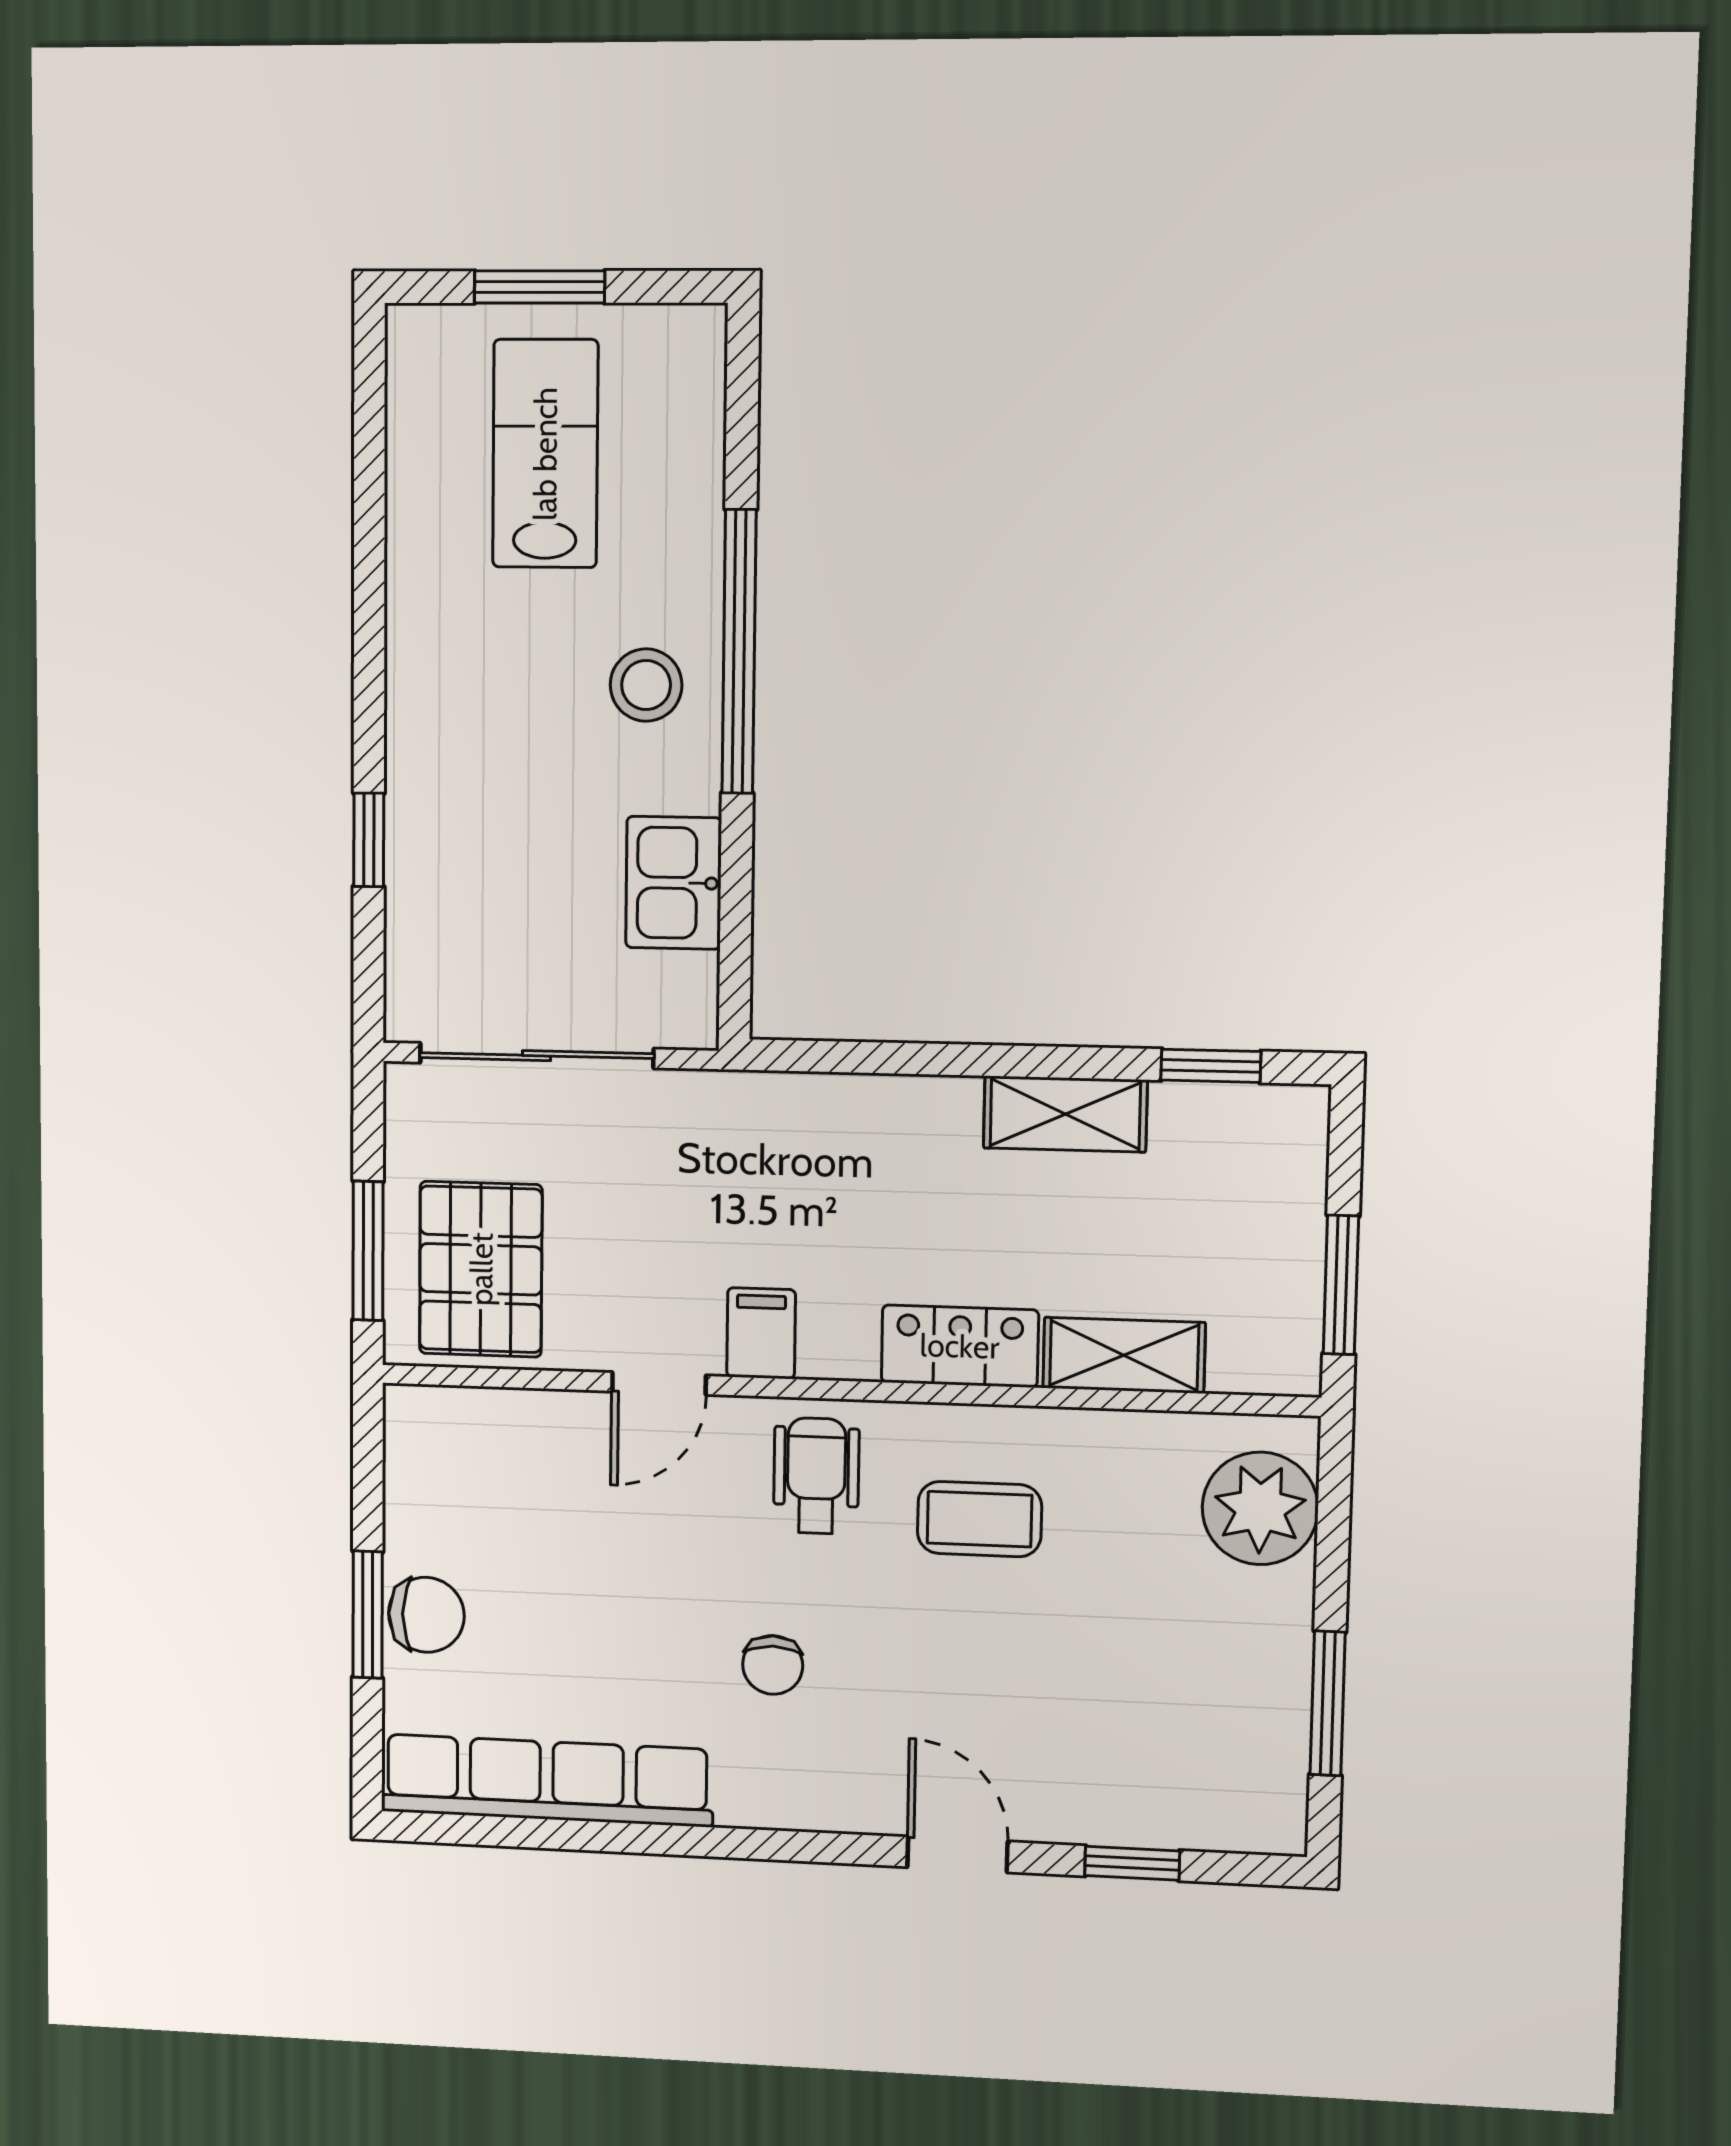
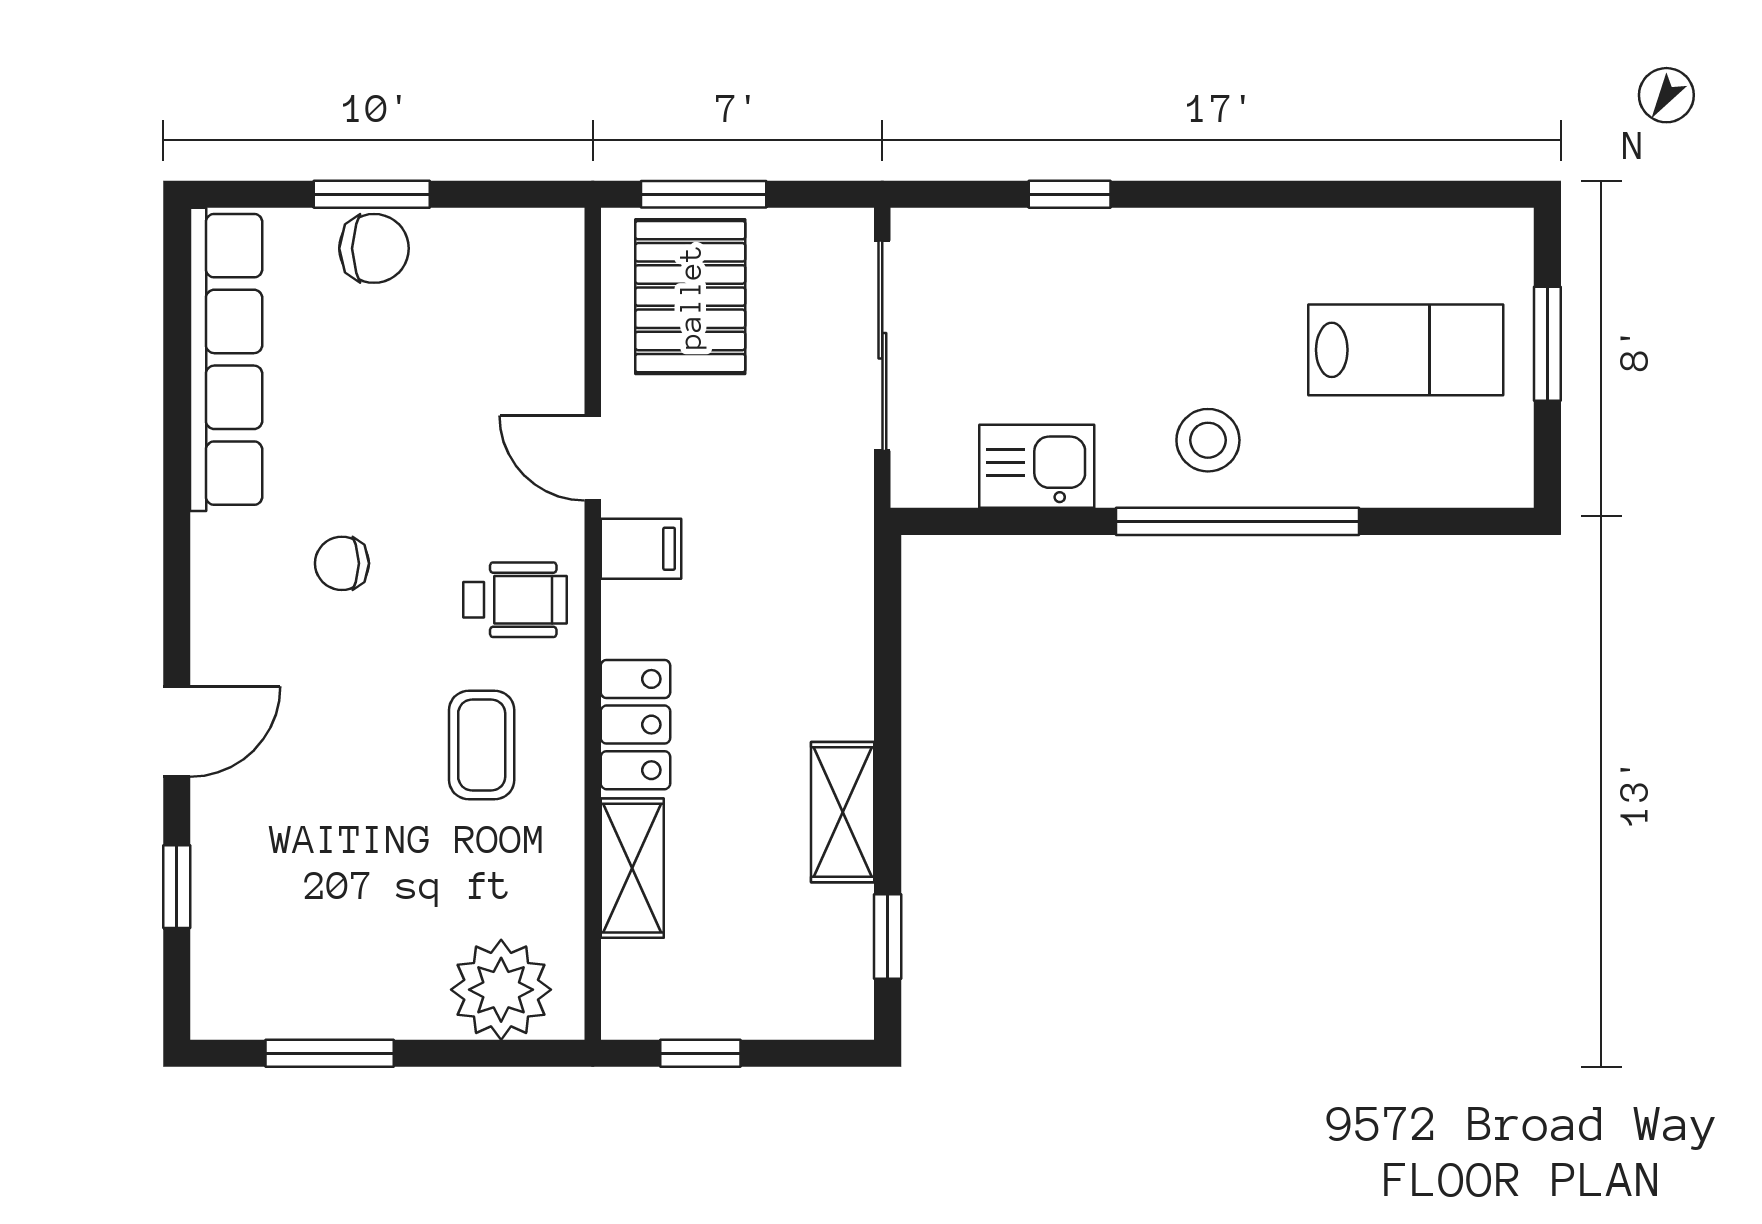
pallet: (481, 1269) -> (690, 297), turned 90
window: (1341, 1285) -> (700, 1053), width x0.67
chair: (426, 1615) -> (374, 248), turned -90

